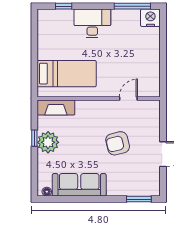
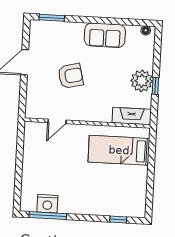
nightstand: (150, 18) -> (47, 204), moved
desk: (92, 23) -> (90, 200), removed
sofa: (79, 185) -> (105, 35), width x0.73

